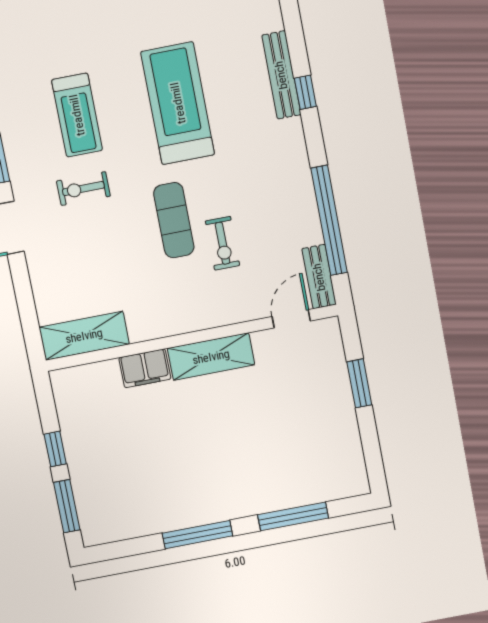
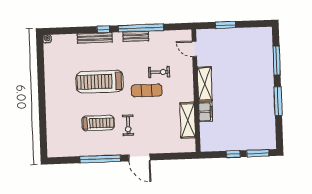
window: (329, 220) -> (141, 28), moved
bench: (319, 277) -> (136, 36), moved
shelving: (84, 336) -> (188, 120), moved

